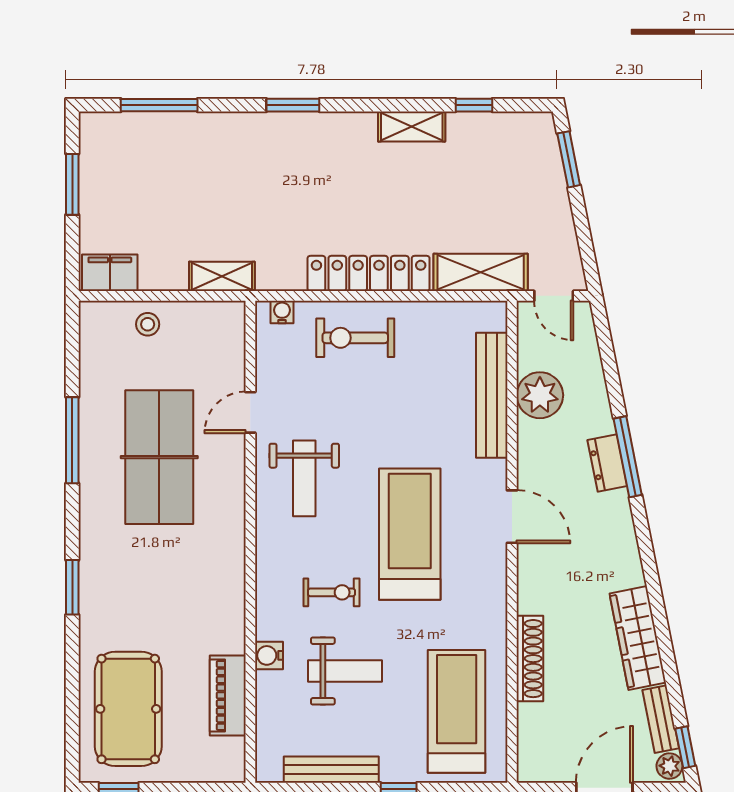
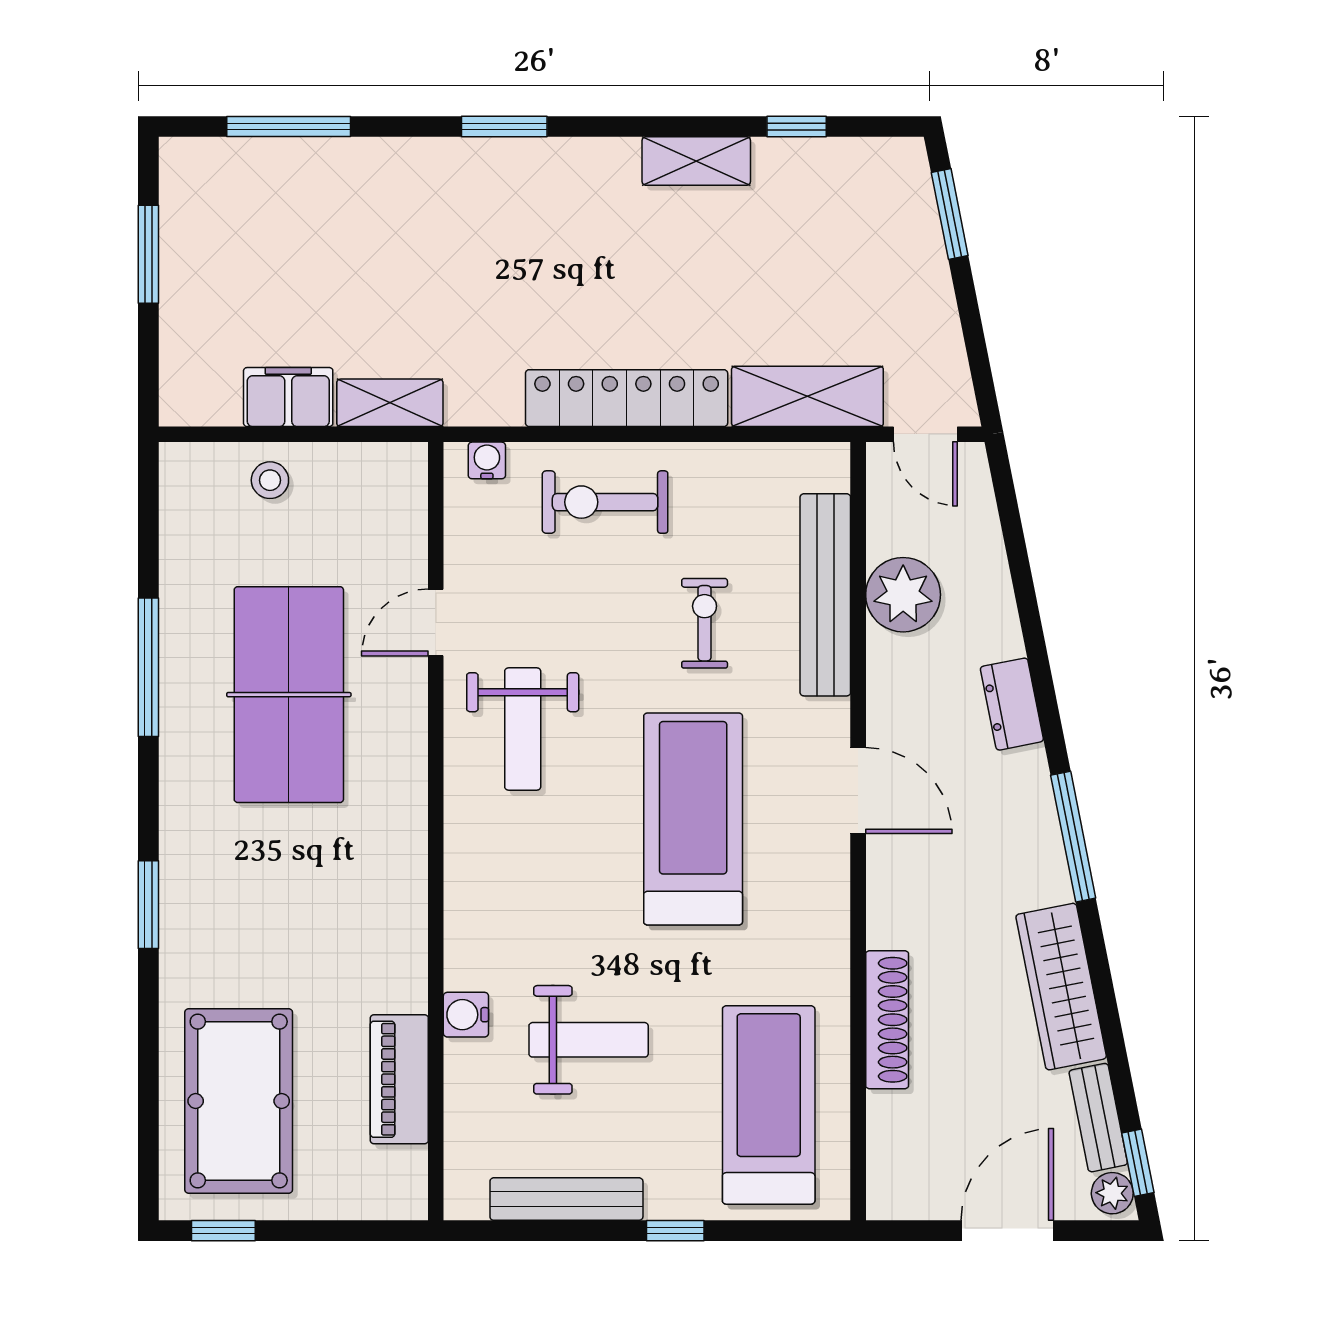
filing cabinet: (110, 273) -> (288, 397), moved
window: (628, 457) -> (1073, 837), moved
exercise bike: (332, 592) -> (705, 623), moved, turned -90

